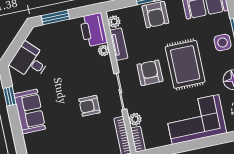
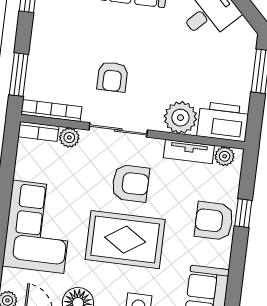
plant: (104, 50) -> (180, 118), width x1.87, depth x1.87
armchair: (89, 106) -> (112, 77), turned 180

